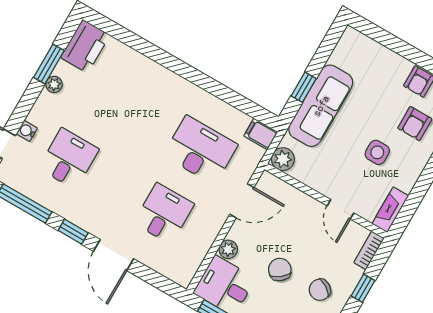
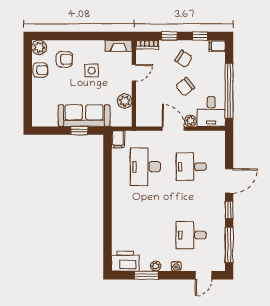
water cooler: (27, 131) -> (176, 266), moved
plant: (283, 159) -> (125, 101), moved
door: (242, 201) -> (173, 129), moved

